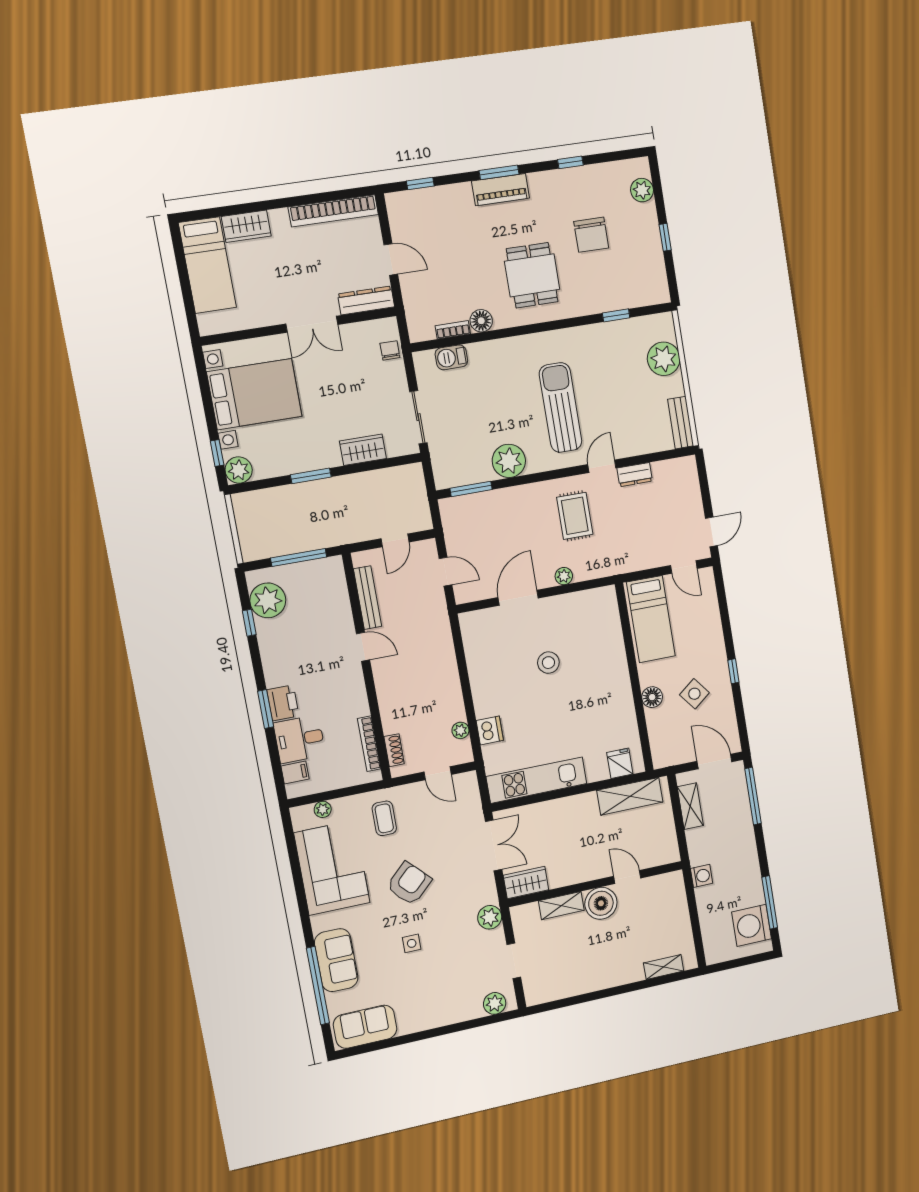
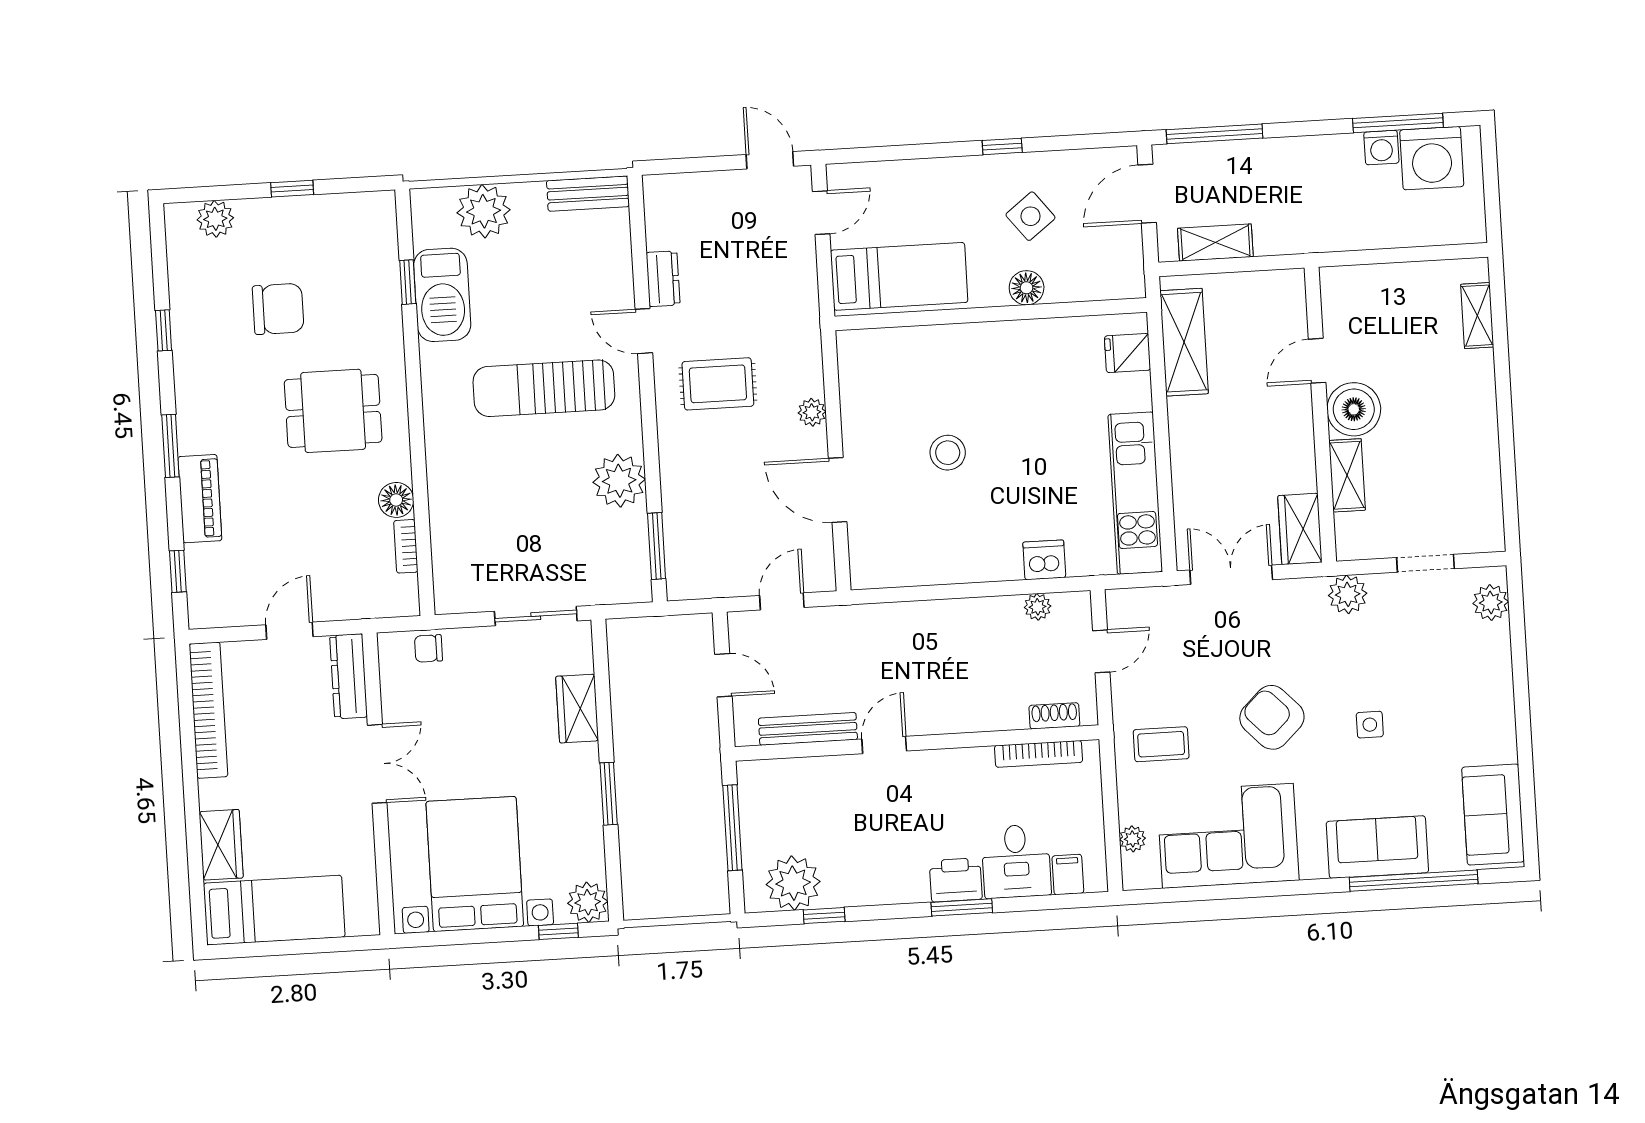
piano: (501, 190) -> (200, 499), moved
barbecue: (451, 357) -> (442, 295), moved, width x1.88, depth x1.53
washing machine: (702, 876) -> (1381, 148), moved, turned 180

